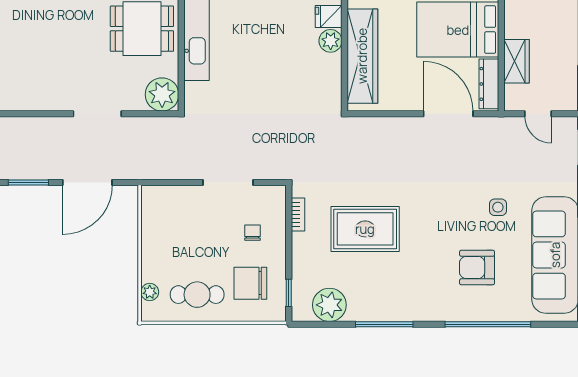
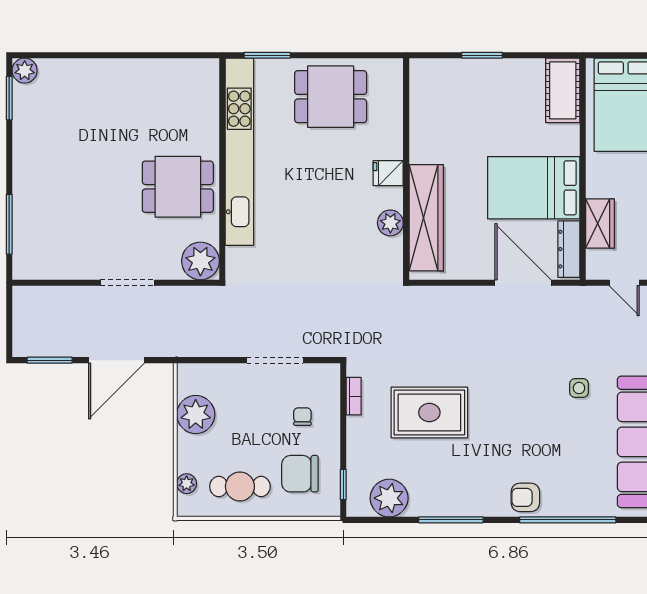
plant: (331, 41) -> (390, 223), moved
plant: (158, 231) -> (196, 415), added
armchair: (477, 268) -> (525, 497), moved, width x0.72, depth x0.72

